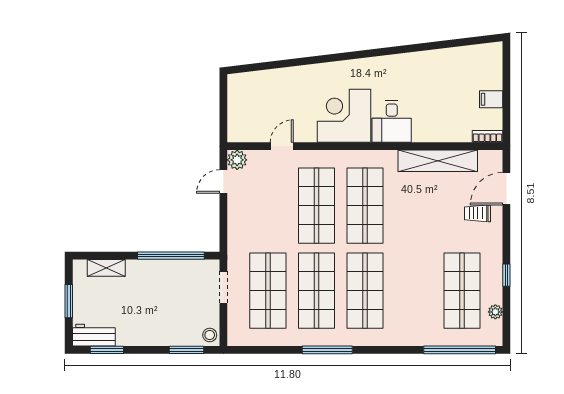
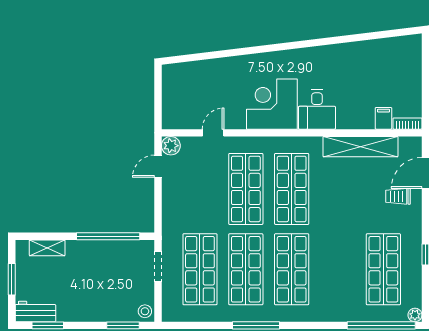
filing cabinet: (491, 99) -> (383, 118), moved, turned 90
plant: (495, 312) -> (415, 315), moved

